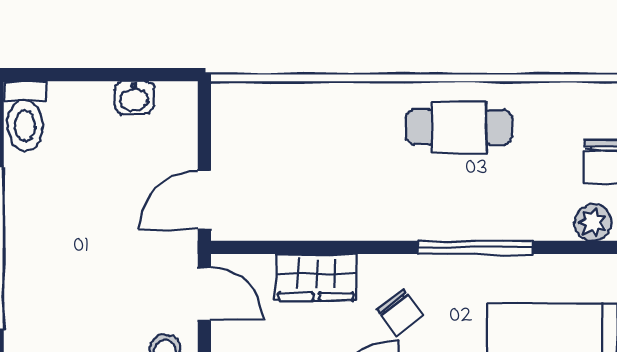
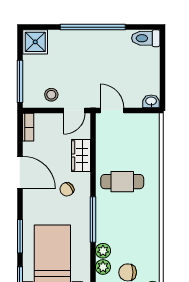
washbasin: (134, 97) -> (151, 101), moved, turned 90
cafe table: (459, 127) -> (122, 182), moved, turned 90
plant: (552, 222) -> (103, 251), added

